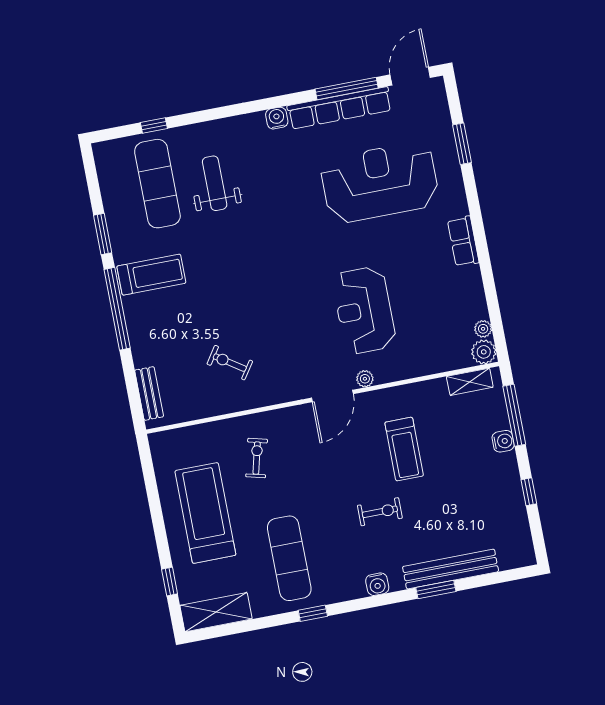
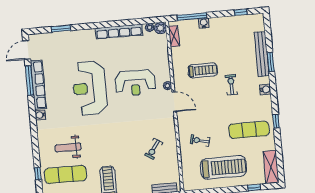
door: (410, 76) -> (27, 50), hinge flipped
reception desk: (380, 182) -> (90, 88), moved
row of seats: (463, 241) -> (119, 32), width x2.02
window: (529, 492) -> (241, 12), moved
treadmill: (205, 513) -> (224, 167), turned 180

